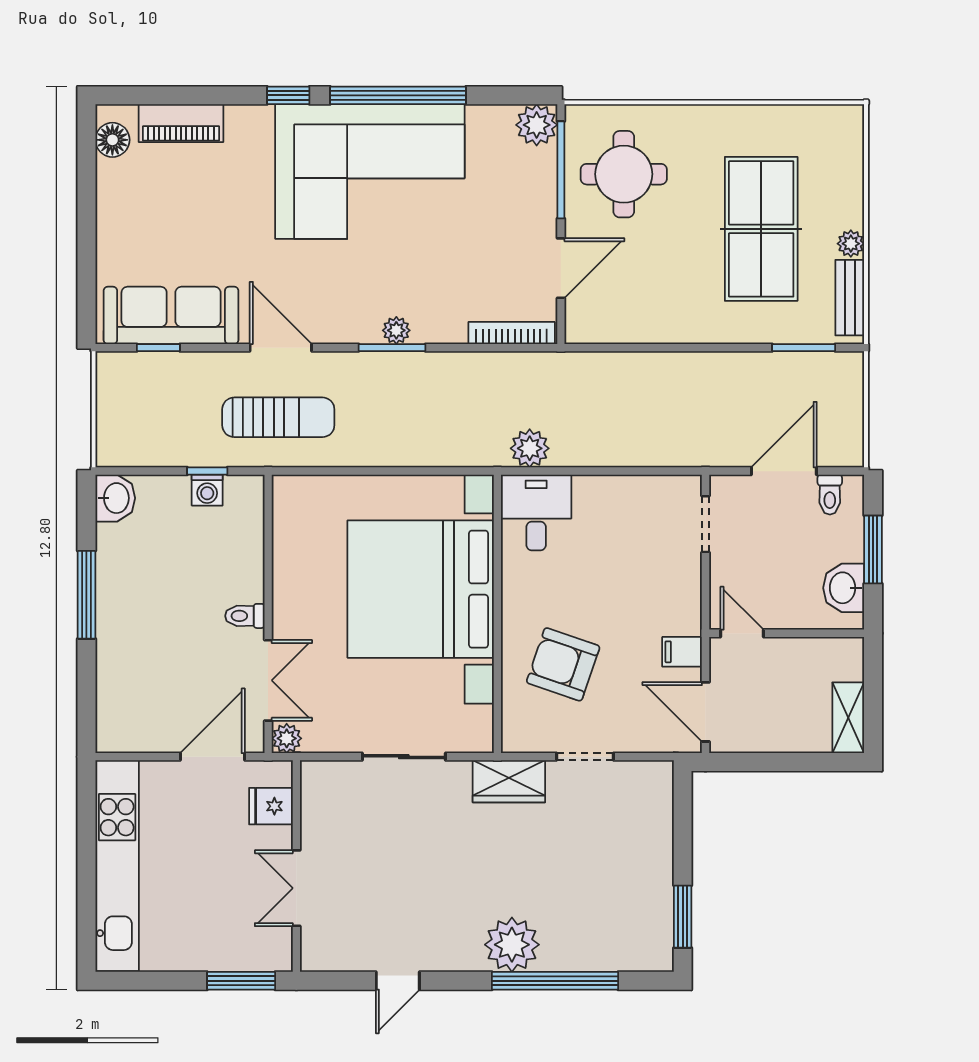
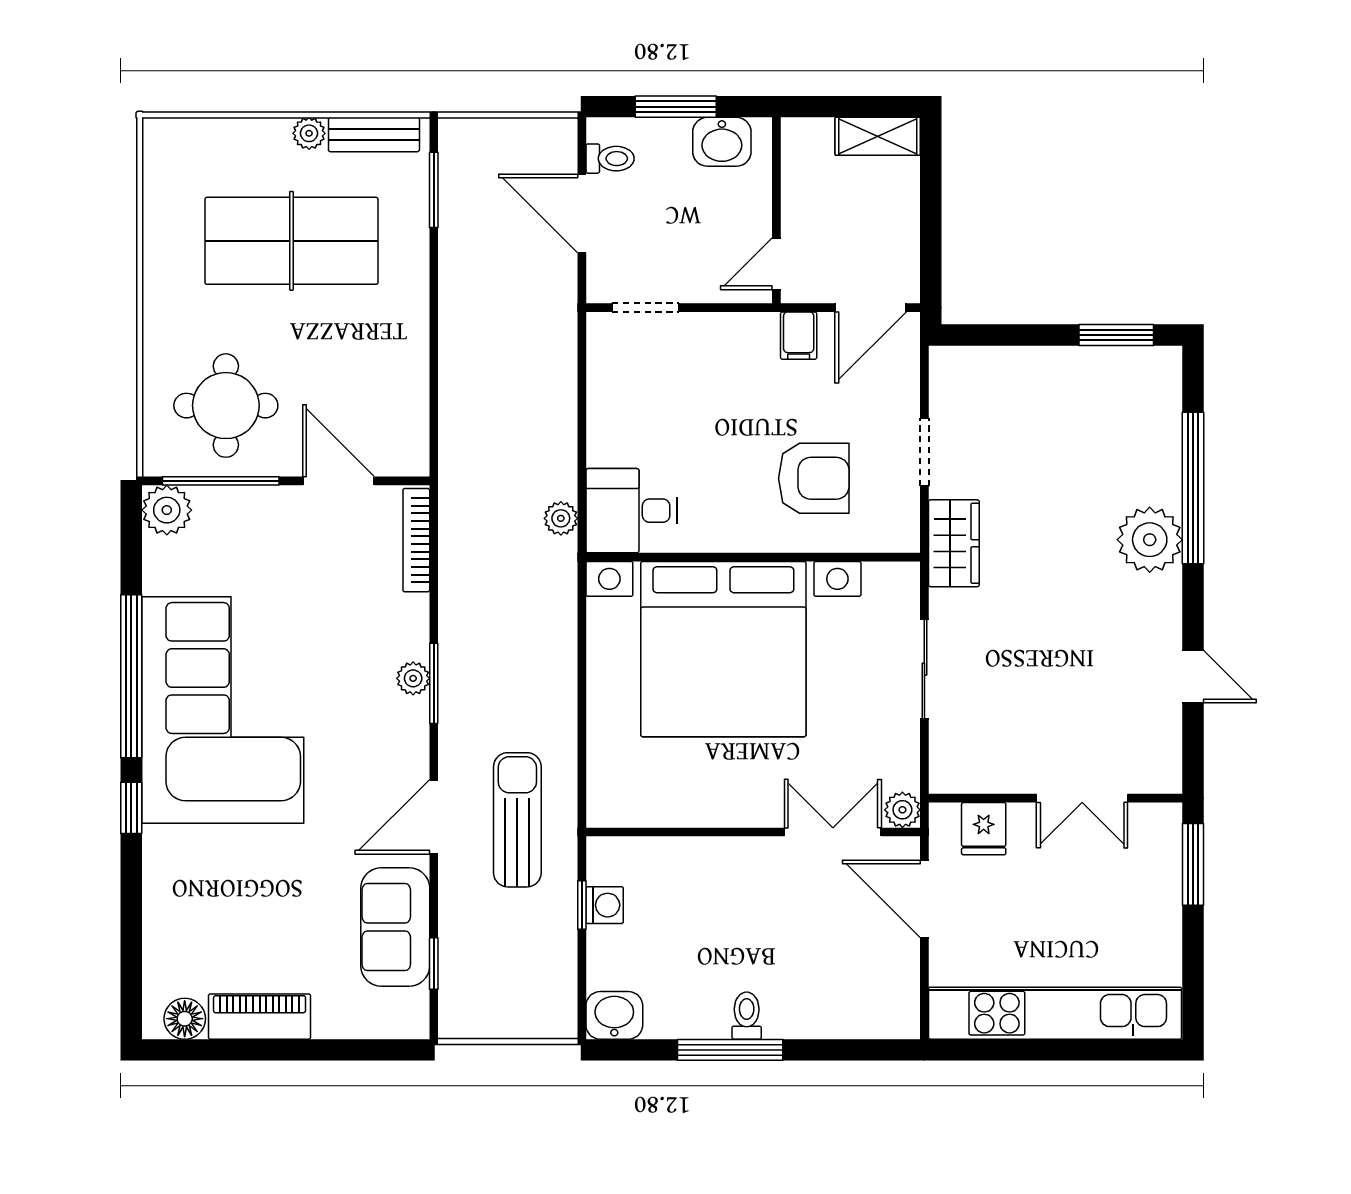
piano: (181, 123) -> (260, 1017), moved, turned -90
sofa: (171, 315) -> (395, 927), width x0.73
plant: (530, 448) -> (561, 518), width x0.73, depth x0.73
toilet: (245, 616) -> (747, 1016), moved, turned 180
armchair: (563, 664) -> (814, 478), turned -109

